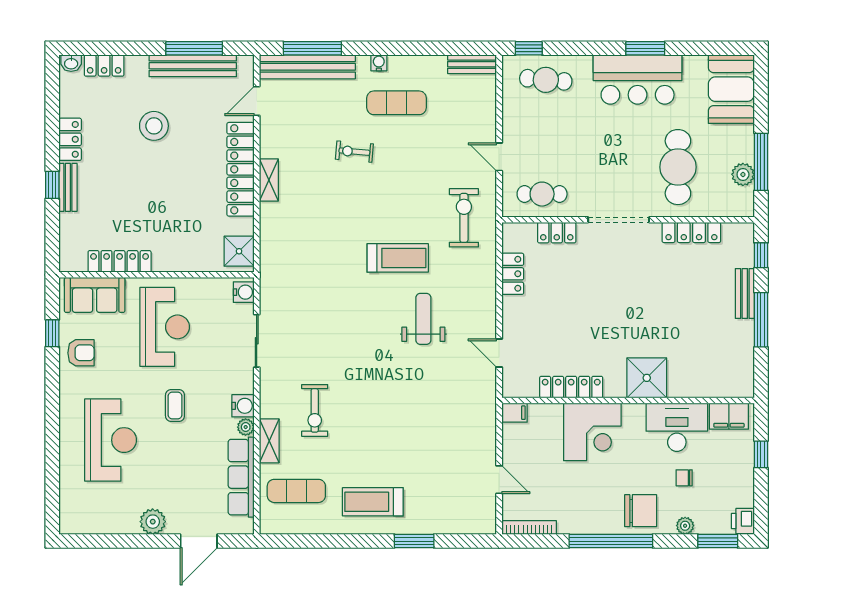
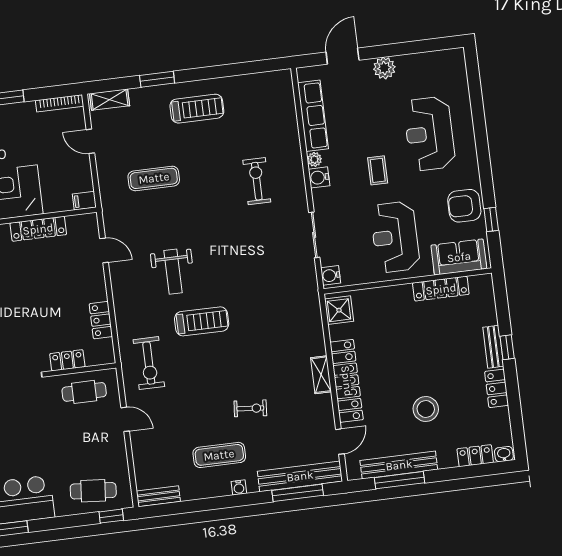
treadmill: (398, 258) -> (202, 321), turned 180
armchair: (81, 353) -> (464, 206), width x1.38, depth x1.38
shelving: (269, 441) -> (110, 100), moved, turned 90
exercise mat: (296, 491) -> (154, 178), moved

